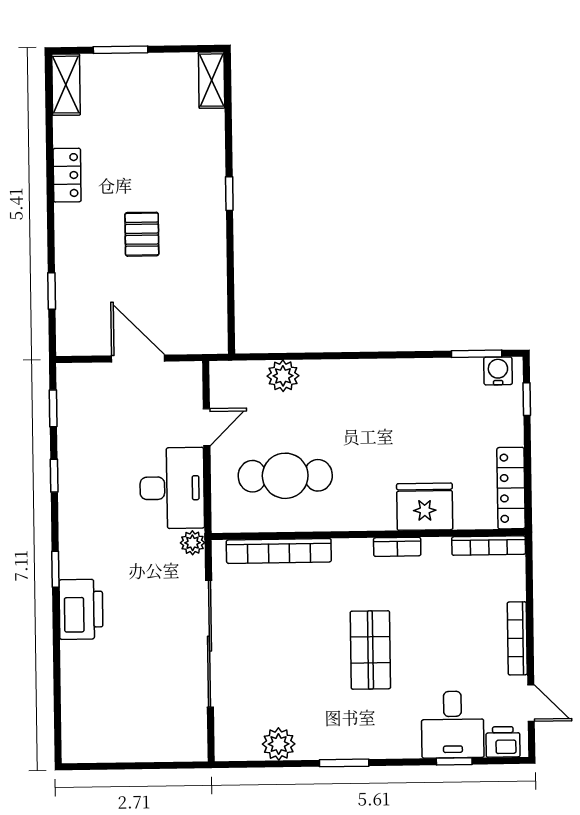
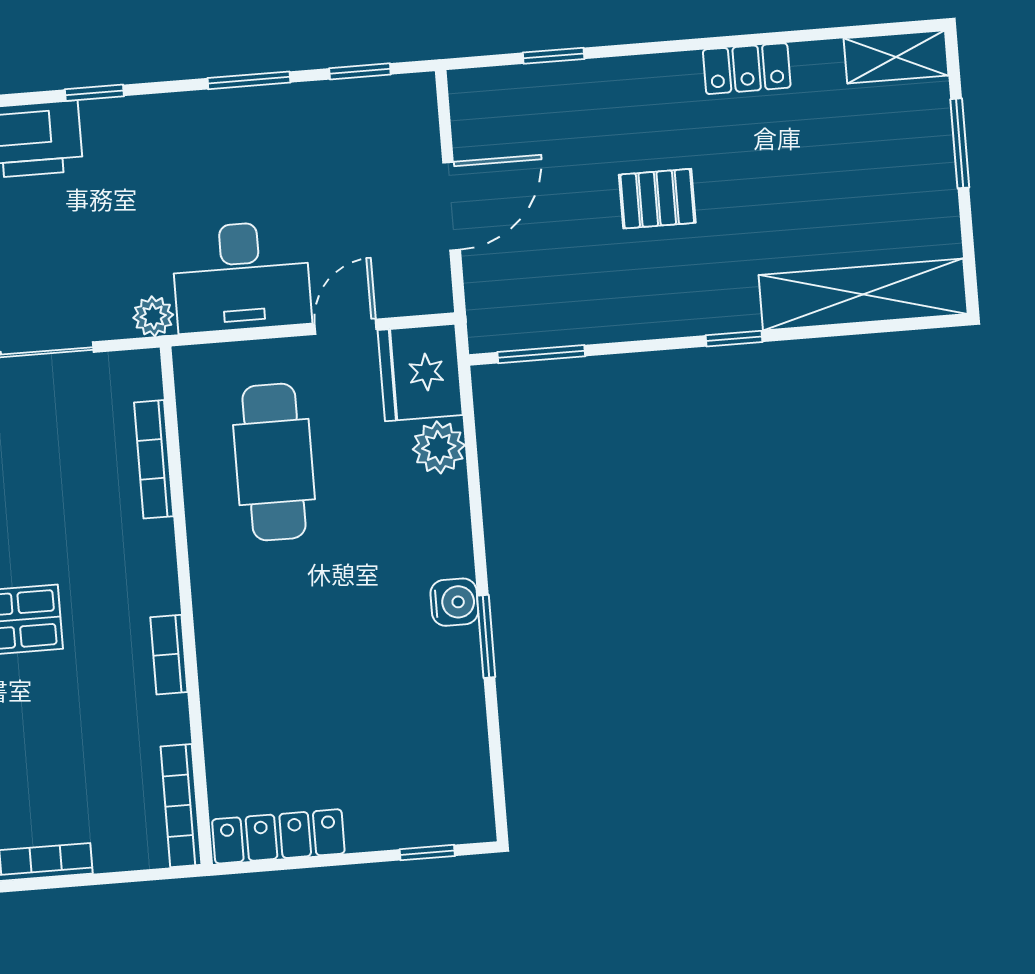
shelving: (212, 80) -> (863, 294), width x2.20, depth x1.33
window: (231, 310) -> (541, 354), added
window: (477, 354) -> (486, 636), moved
water cooler: (498, 371) -> (454, 602), moved
door: (207, 427) -> (346, 327), swing flipped
window: (54, 476) -> (249, 80), width x1.50
fridge: (425, 507) -> (420, 373), moved, turned 180
bookcase: (279, 551) -> (154, 459), width x0.68, depth x0.76

